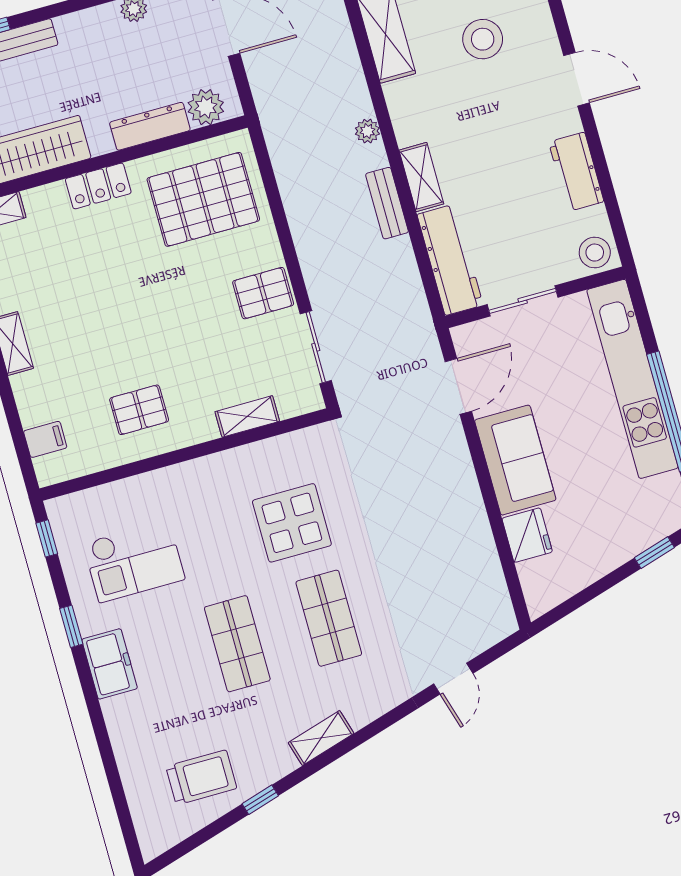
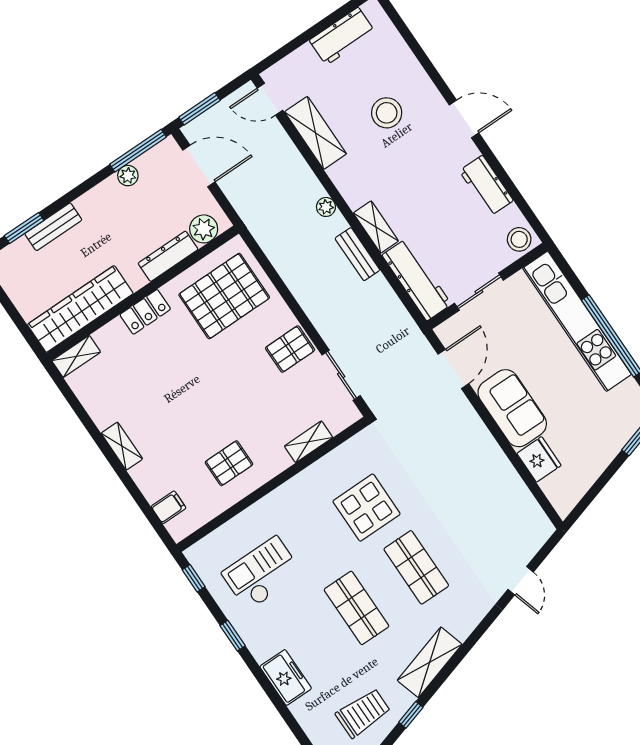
checkout: (134, 561) -> (262, 573), turned 180
freezer: (110, 664) -> (286, 677), moved
shelving: (321, 738) -> (430, 662), width x1.50, depth x1.33

